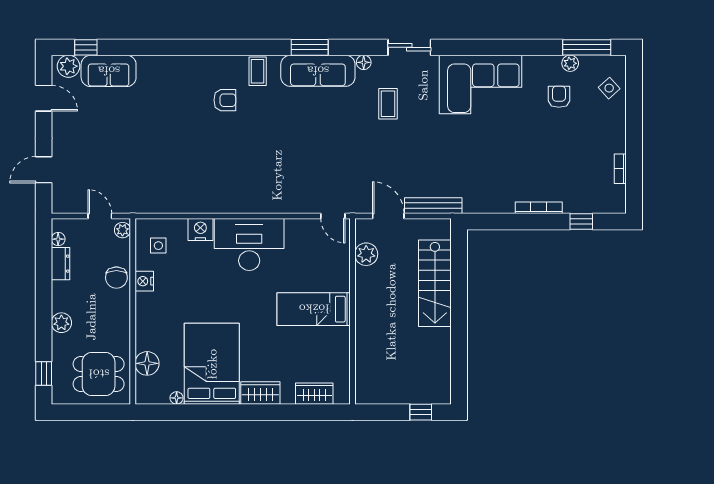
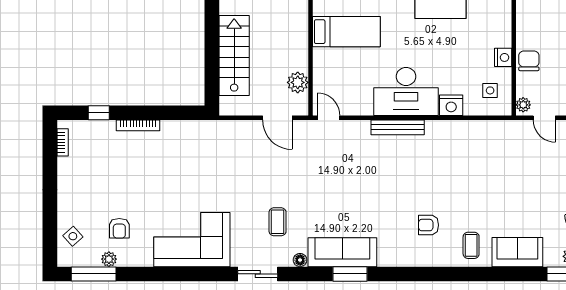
sofa: (109, 71) -> (517, 252), moved
coffee table: (258, 71) -> (471, 245), moved
bookcase: (620, 169) -> (63, 142), moved
bench: (433, 206) -> (398, 127), moved

